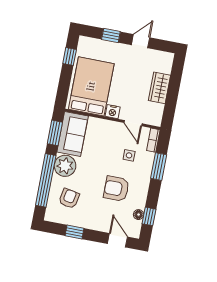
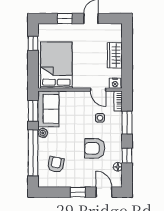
nightstand: (113, 112) -> (115, 83), moved
plant: (65, 166) -> (43, 133), width x0.53, depth x0.53
window: (149, 216) -> (127, 156), moved
window: (75, 232) -> (78, 192), moved

